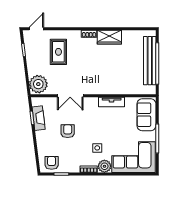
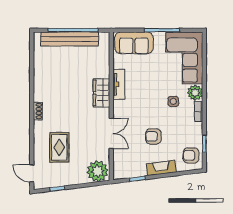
wardrobe: (109, 37) -> (101, 93), moved, turned 180
rug: (58, 52) -> (59, 147), turned 90
fireplace: (39, 118) -> (161, 168), moved

